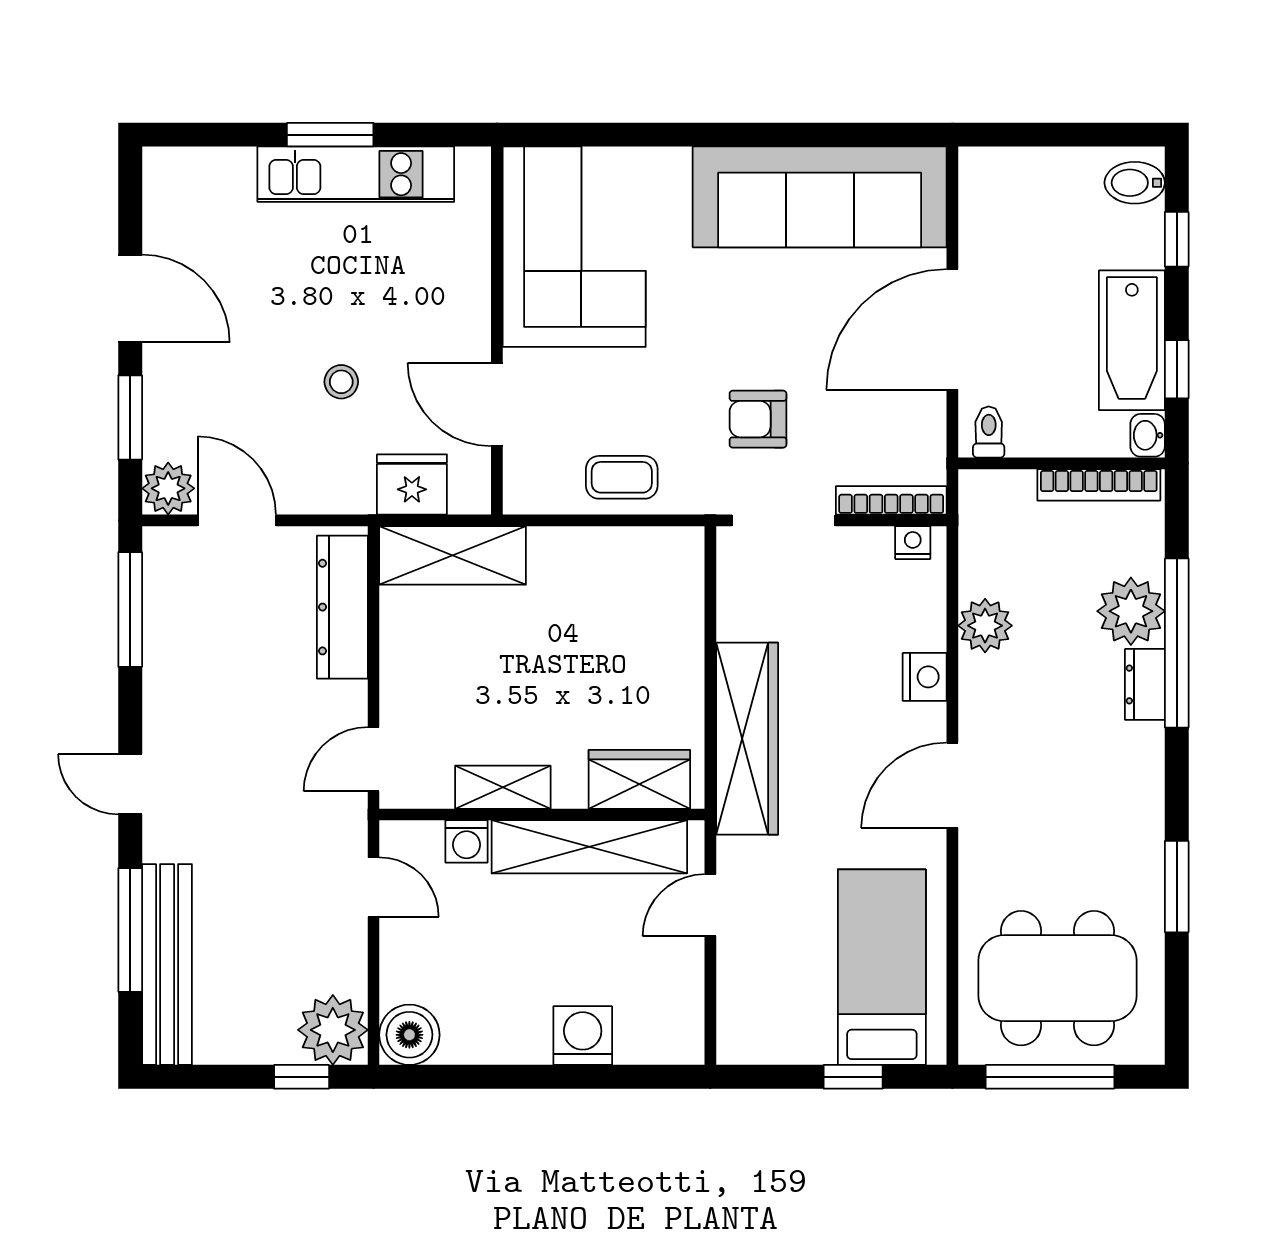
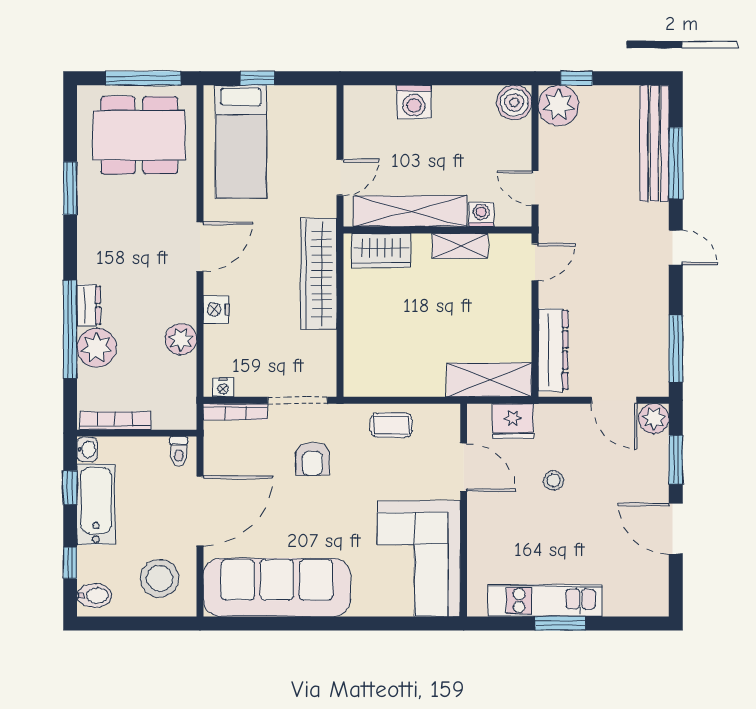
stool: (1022, 212) -> (160, 578), added
armchair: (758, 419) -> (312, 459), turned 90

